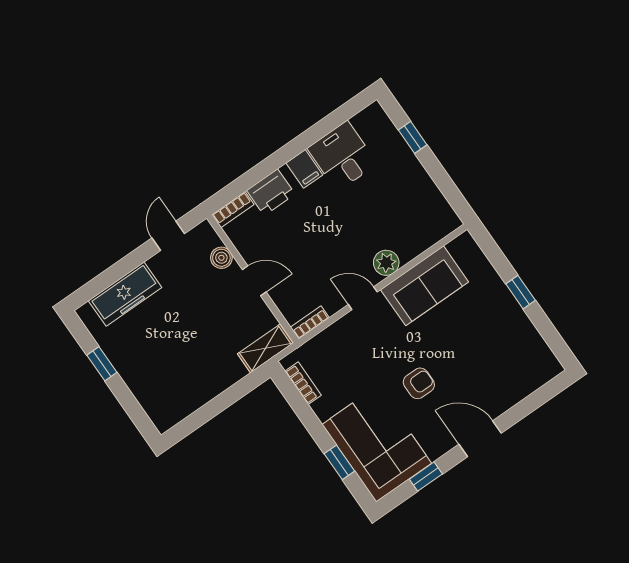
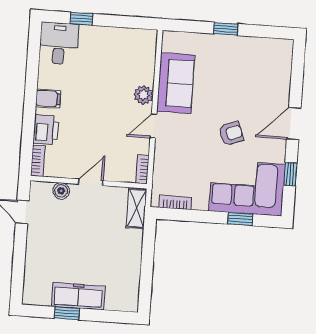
desk: (342, 156) -> (59, 43), moved, turned 90
freezer: (125, 294) -> (78, 296), moved, turned -90
armchair: (419, 383) -> (231, 133), turned 70

